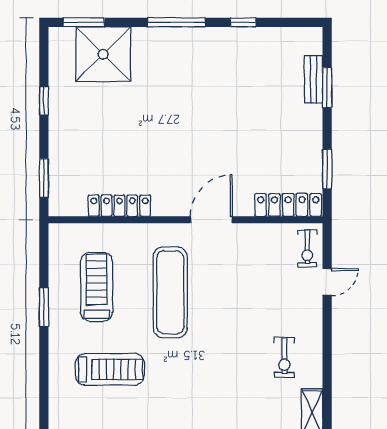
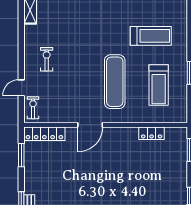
locker: (119, 206) -> (152, 133), width x0.66
exercise bike: (284, 357) -> (47, 59), moved
treadmill: (110, 369) -> (151, 36), turned 180

